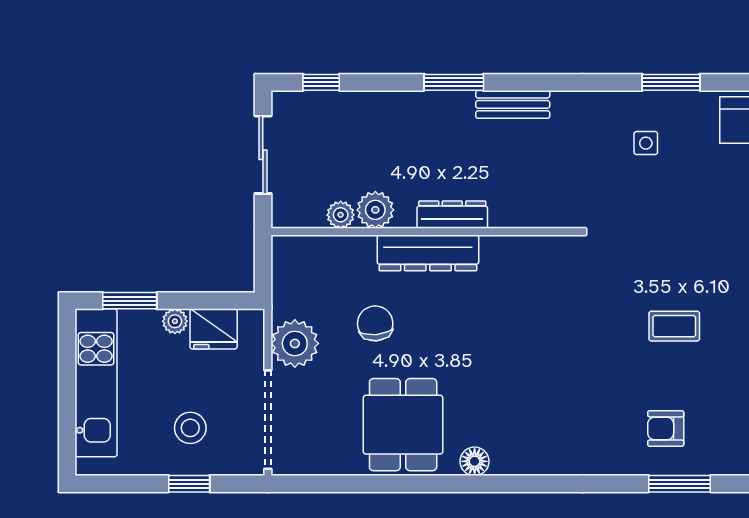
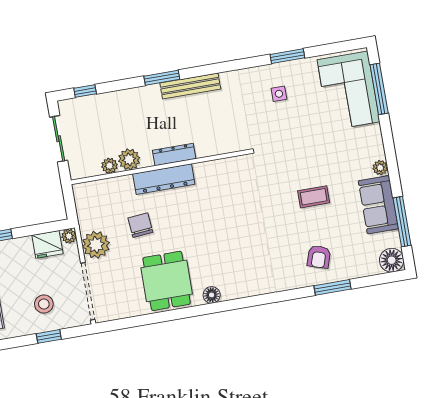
bench: (513, 104) -> (190, 86), width x1.36
plant: (175, 321) -> (69, 236), moved
armchair: (666, 428) -> (319, 257), turned -72

